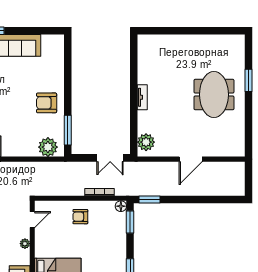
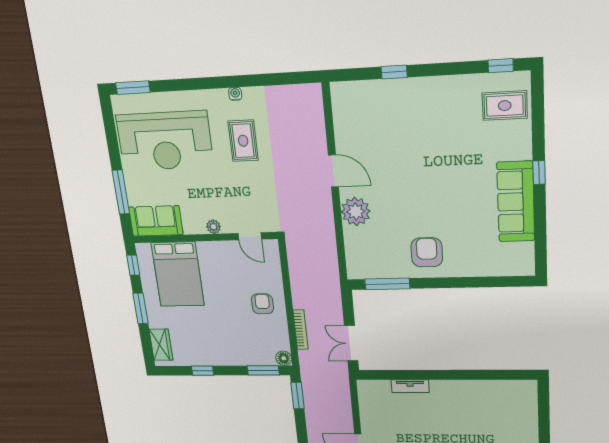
tv unit: (142, 97) -> (410, 386), moved
plant: (146, 142) -> (378, 391), removed
plant: (48, 147) -> (356, 211), moved

